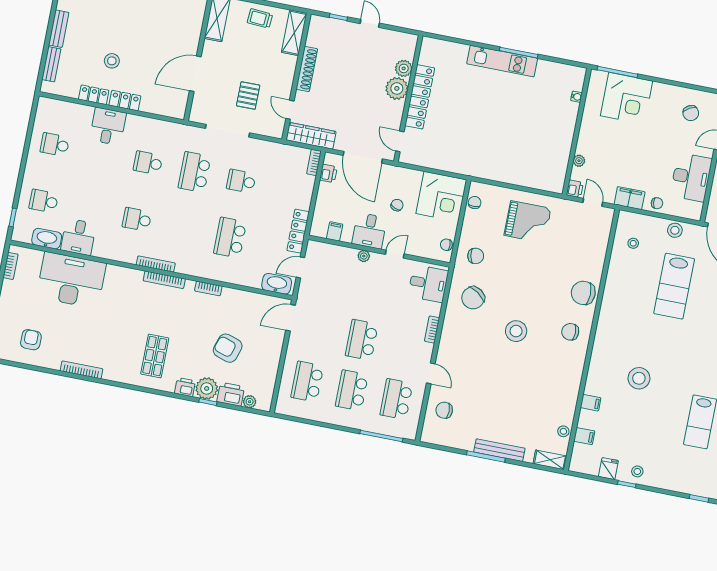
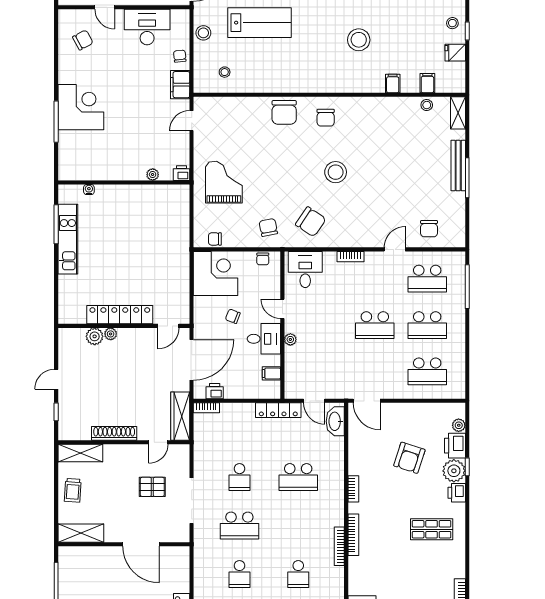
plant: (397, 88) -> (111, 334), width x0.53, depth x0.53
water cooler: (577, 97) -> (89, 190), moved
wall: (577, 132) -> (124, 182), moved
plant: (579, 161) -> (153, 175), moved
printer: (575, 189) -> (181, 173), moved

